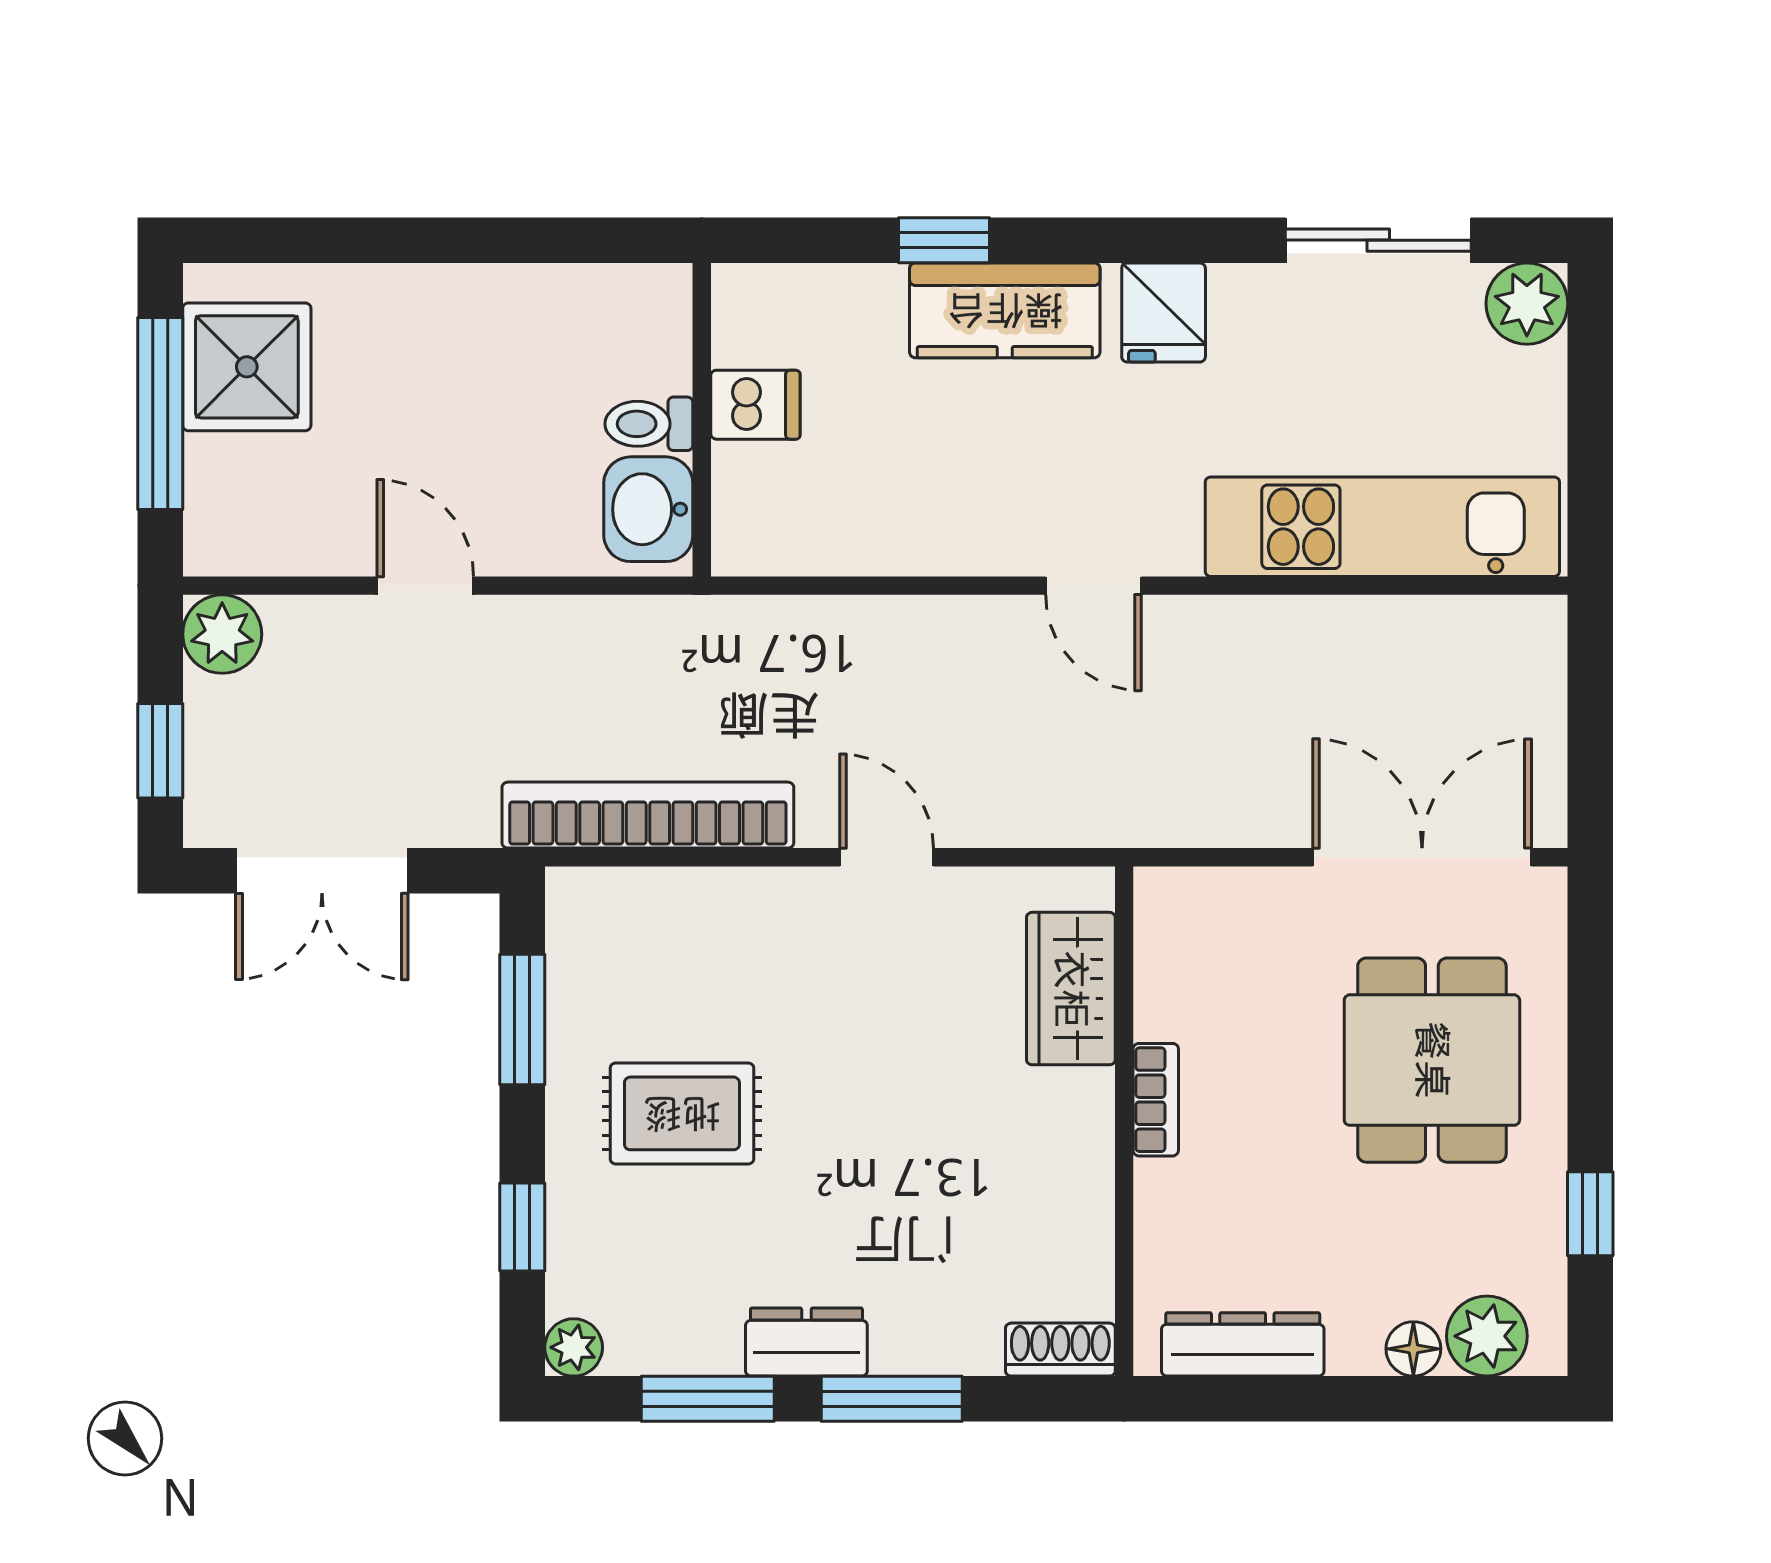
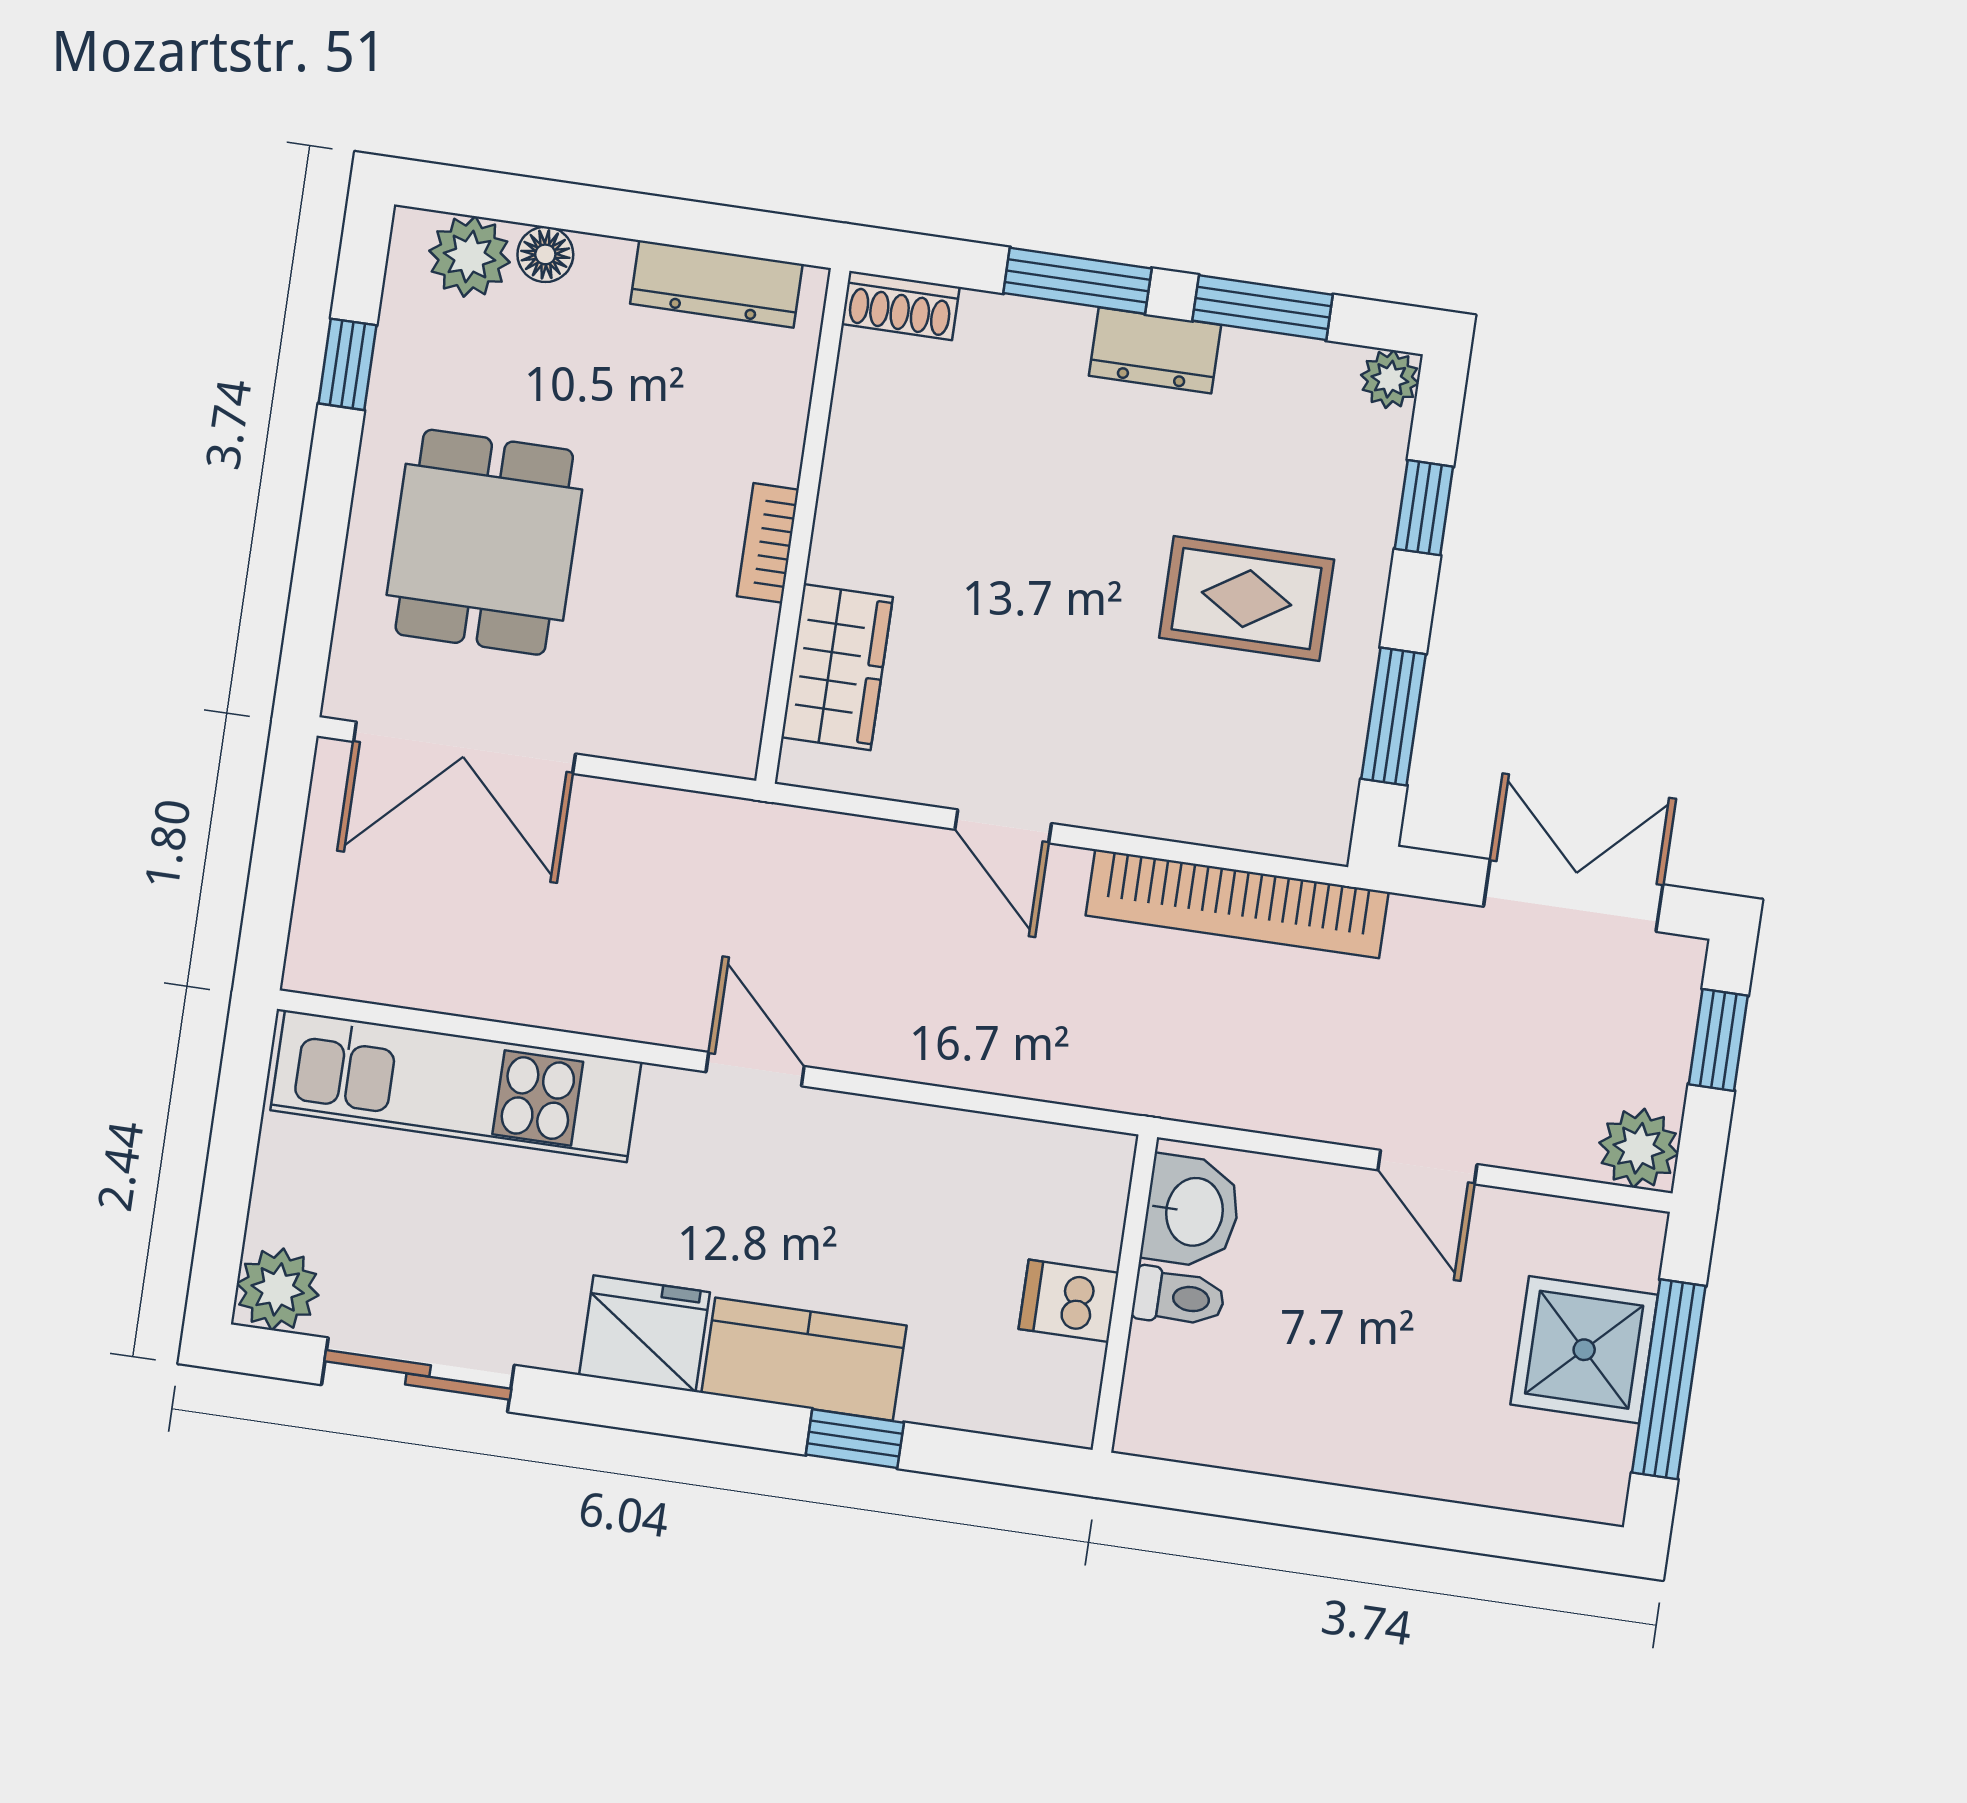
fridge: (1164, 313) -> (645, 1334), width x1.38
shower: (247, 367) -> (1584, 1350), moved

